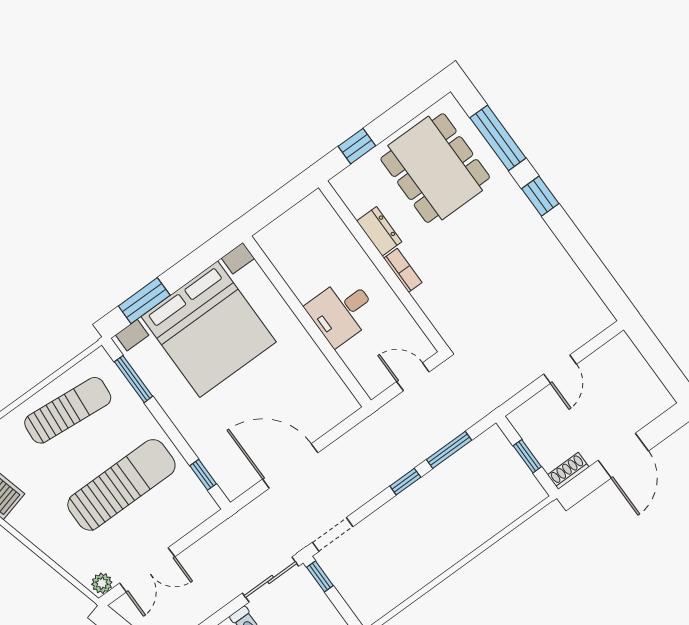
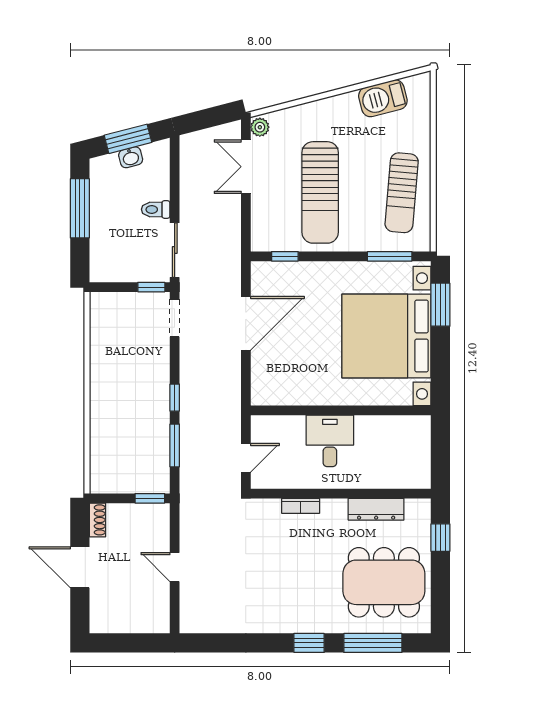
dresser: (379, 231) -> (376, 509), width x1.44
bookcase: (403, 270) -> (301, 506), moved
window: (527, 456) -> (150, 498), moved

